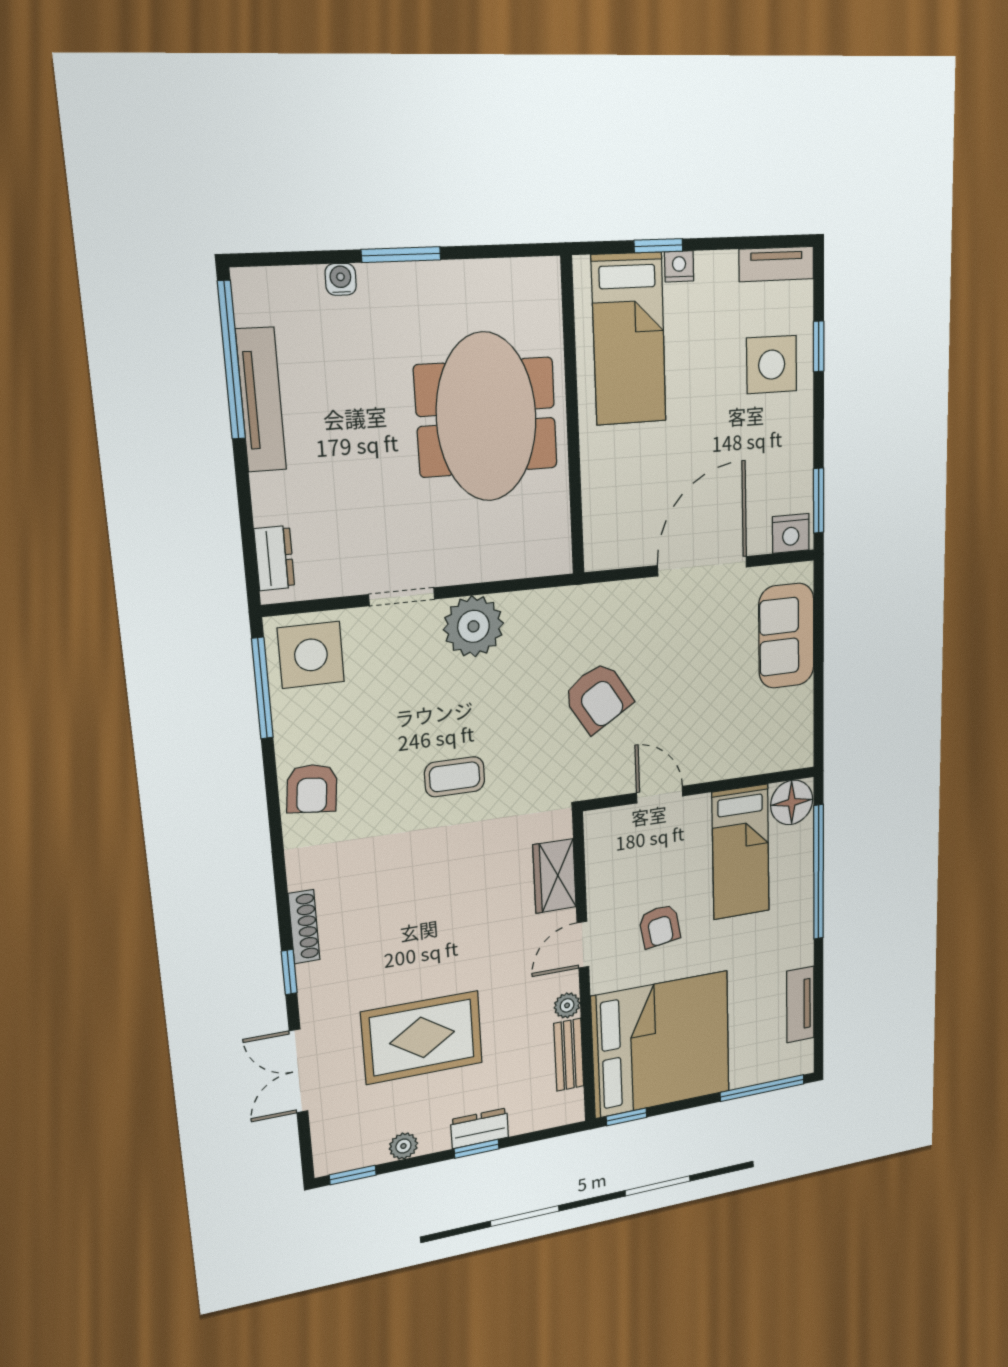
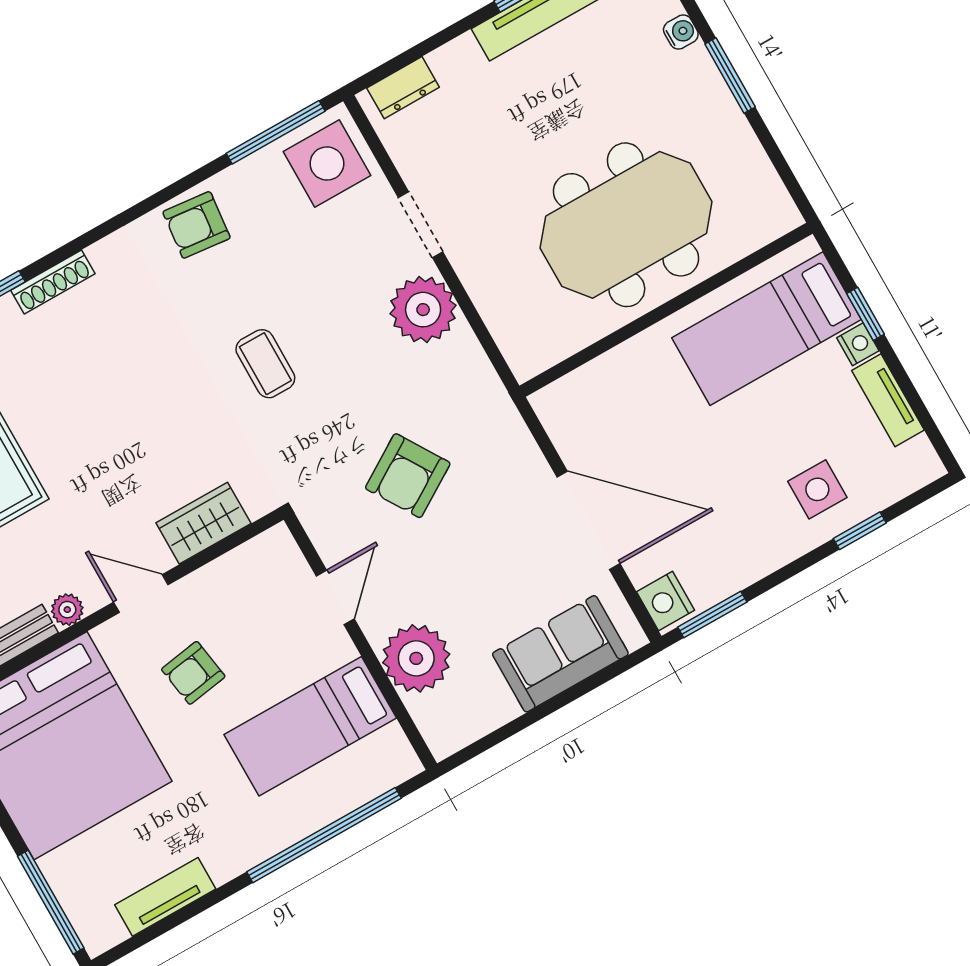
tv unit: (776, 264) -> (888, 400), moved
side table: (772, 365) -> (817, 489), width x0.73, depth x0.73
plant: (734, 750) -> (416, 658), added
floor lamp: (792, 802) -> (388, 758), removed

